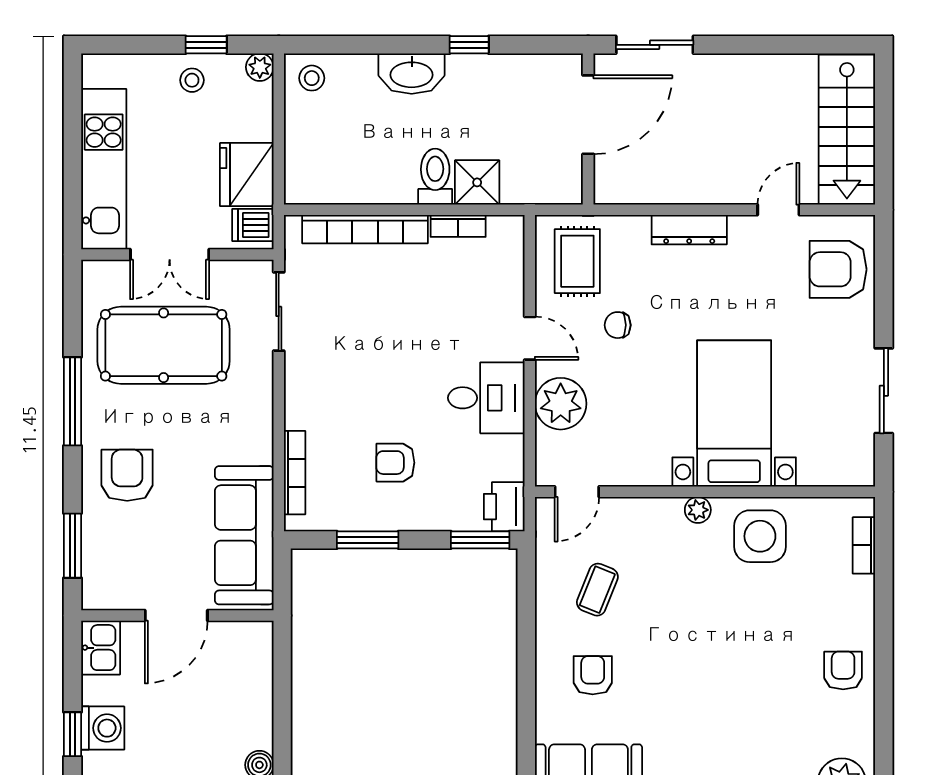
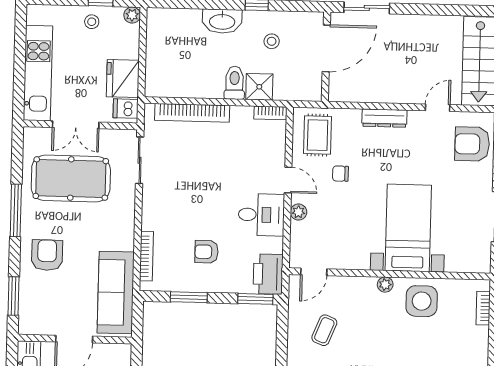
stool: (312, 78) -> (272, 41), moved
bookcase: (458, 226) -> (270, 113), moved
plant: (561, 404) -> (298, 212), width x0.53, depth x0.53
printer: (504, 507) -> (268, 274), width x1.37, depth x1.19

